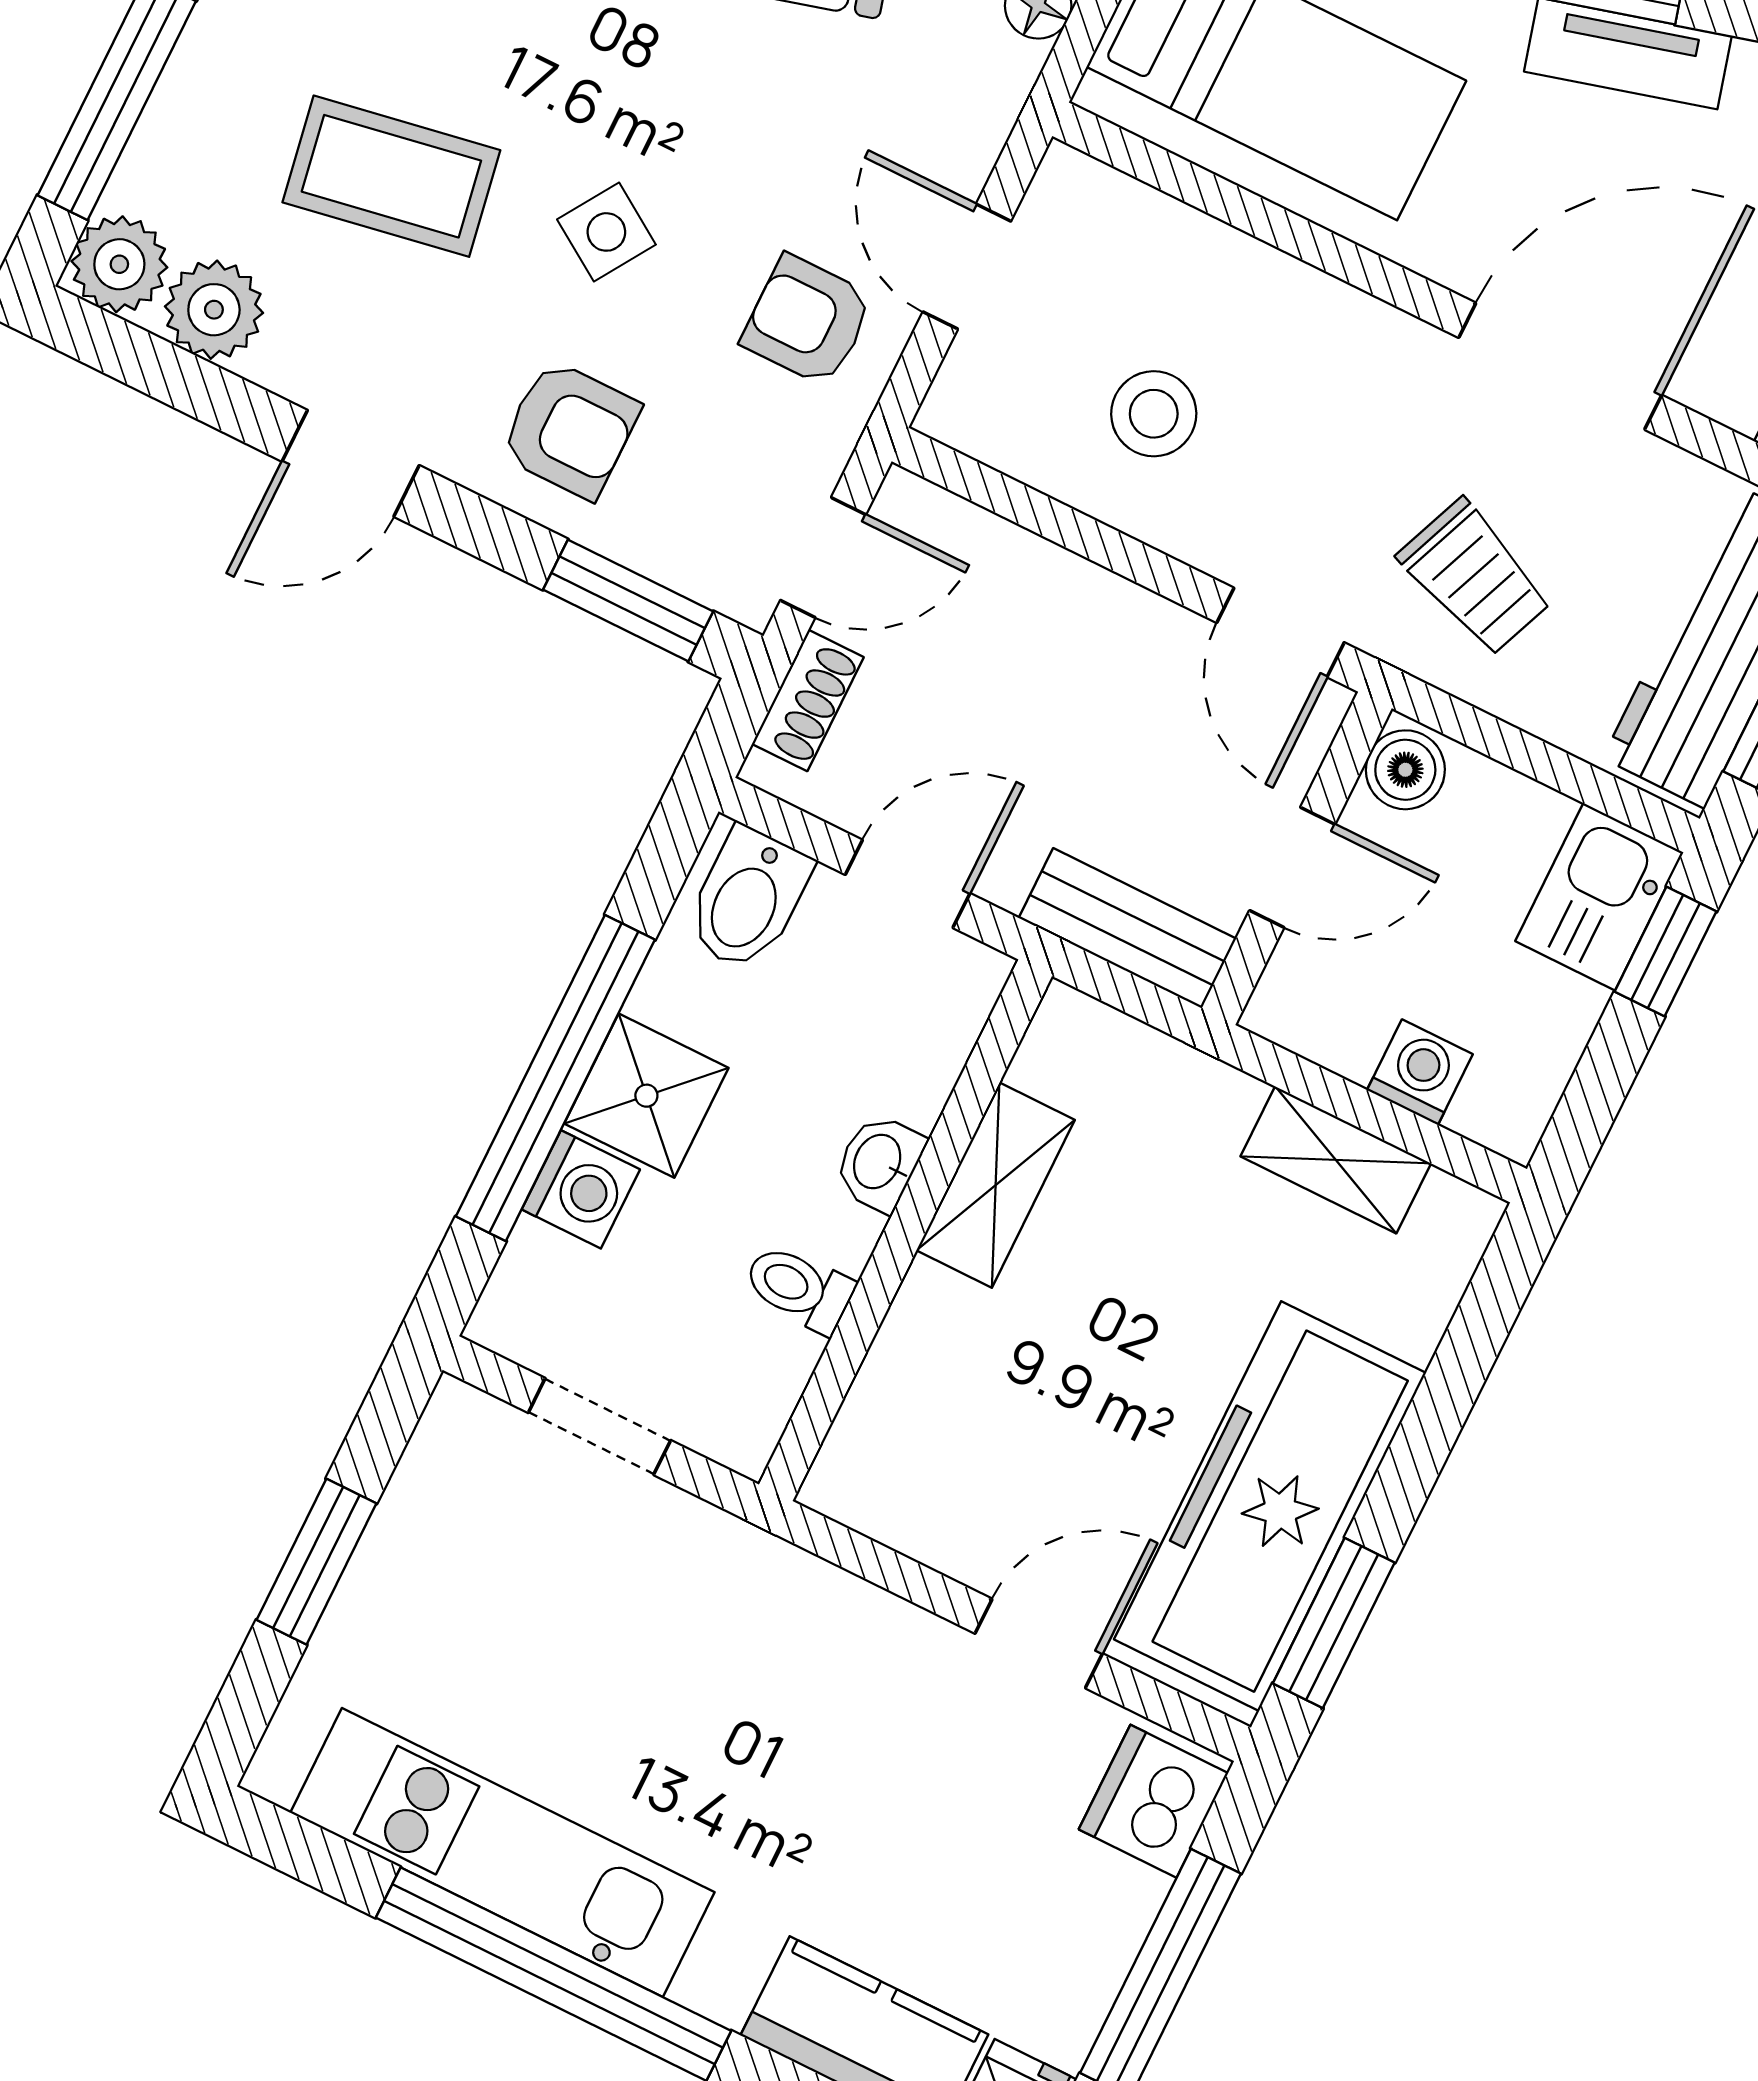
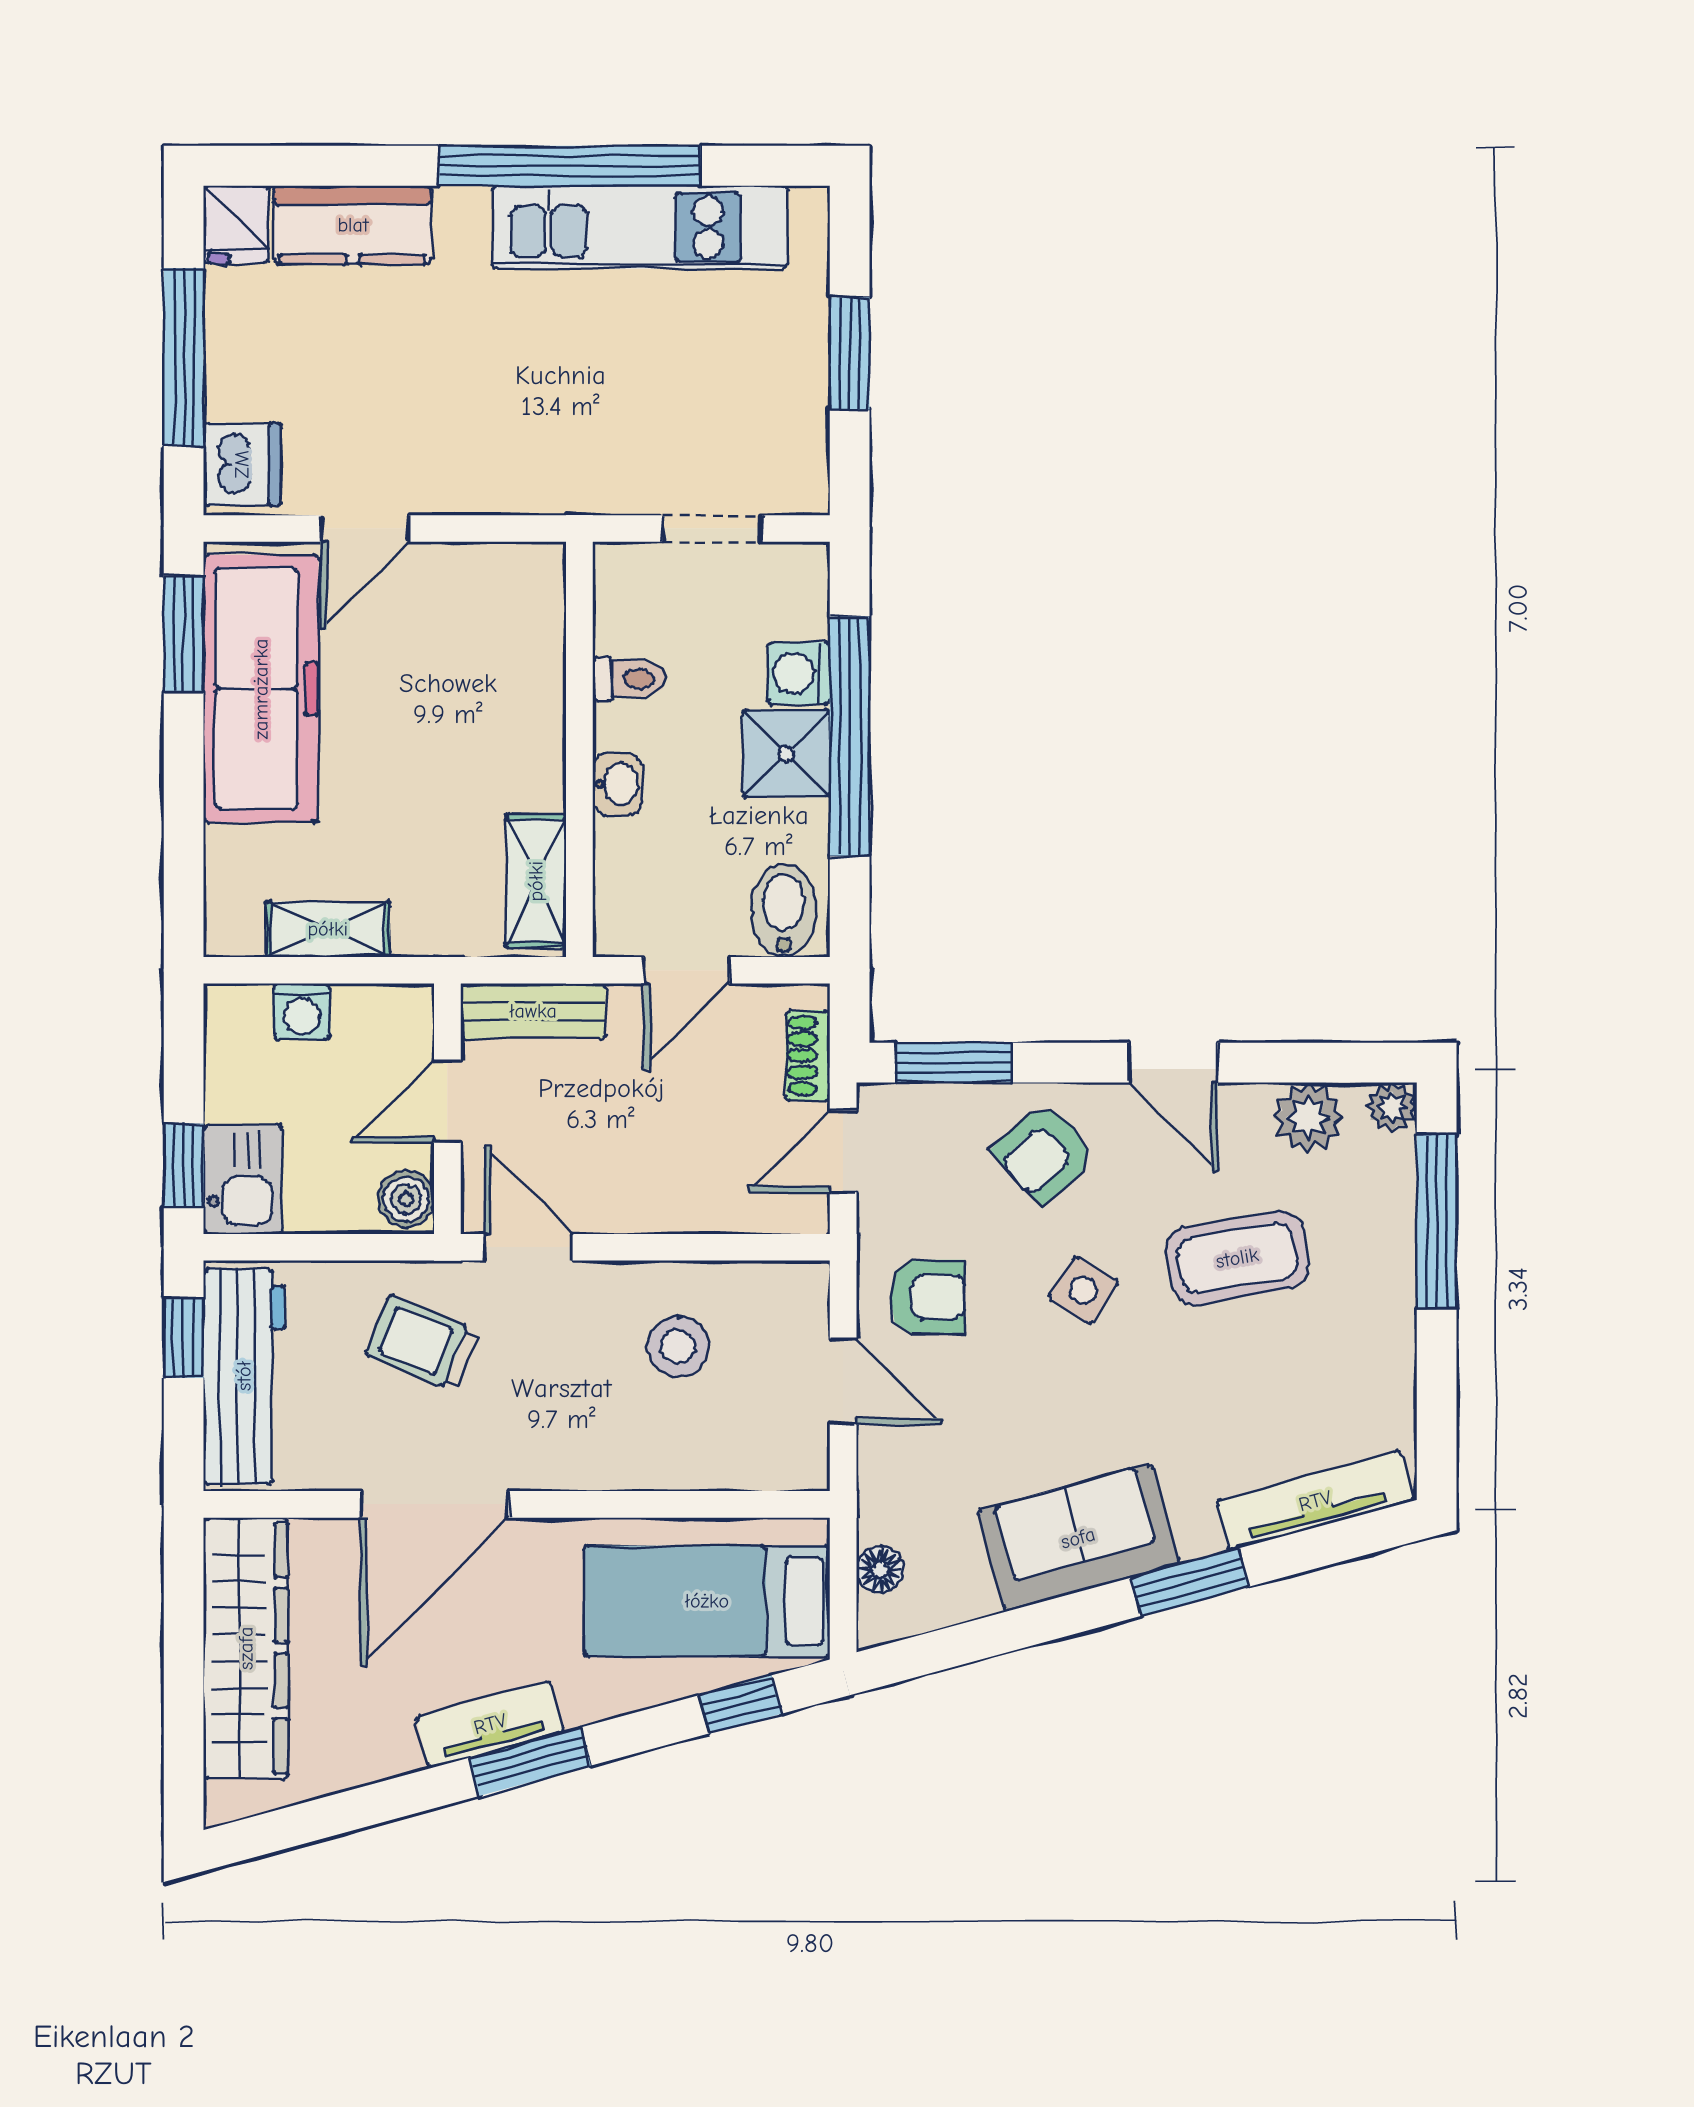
plant: (119, 264) -> (1392, 1107), width x0.73, depth x0.73
armchair: (570, 430) -> (1044, 1153), turned -43
door: (351, 463) -> (1173, 1063), swing flipped
shelving: (996, 1185) -> (536, 881), moved

